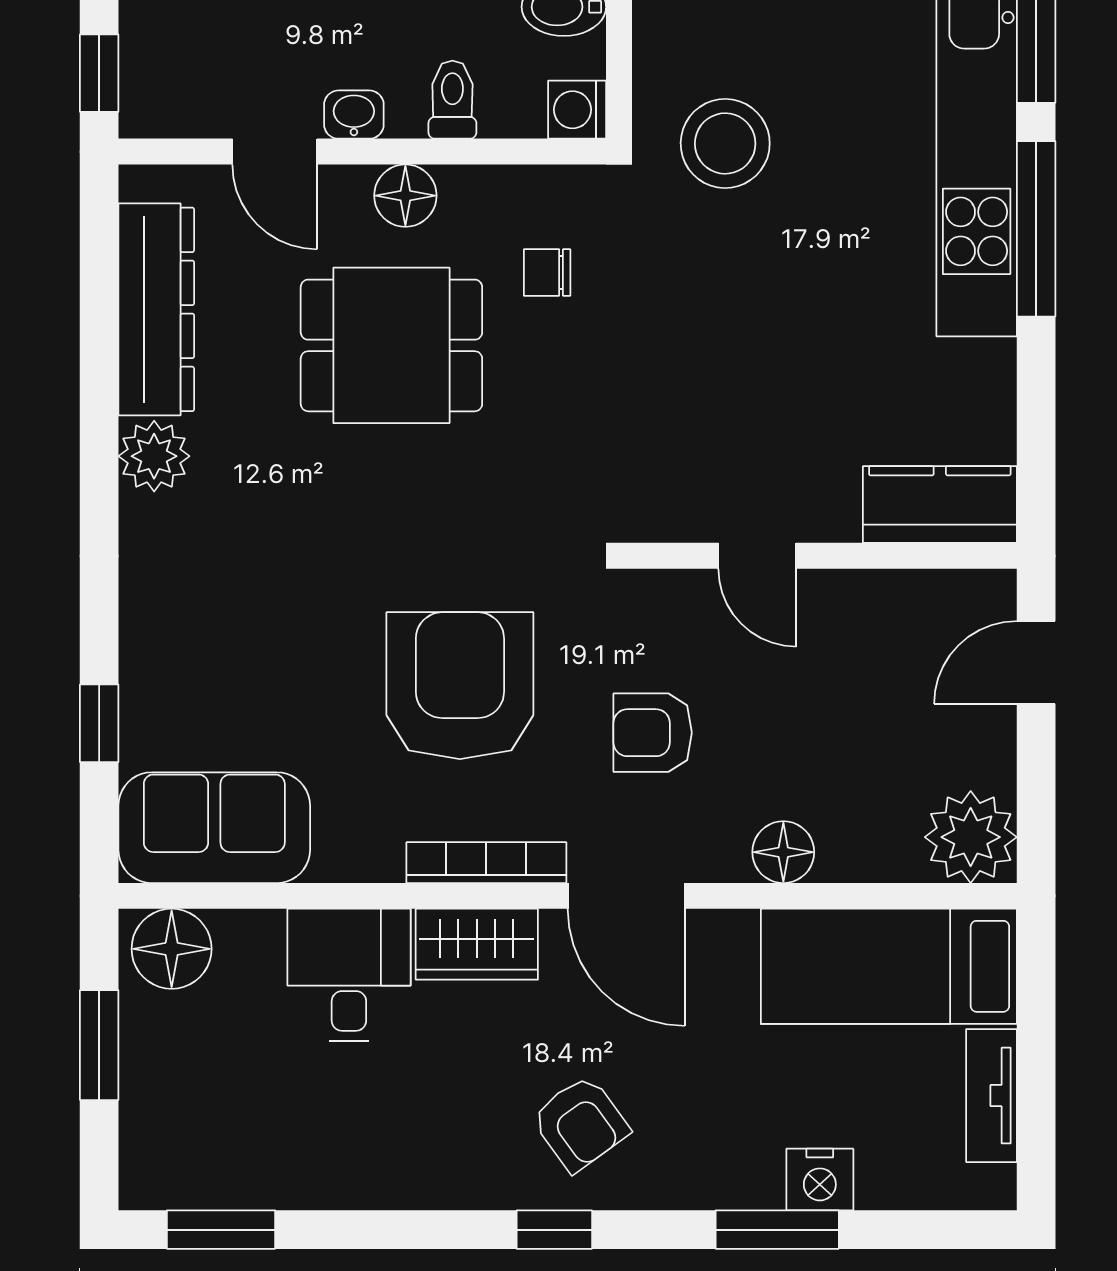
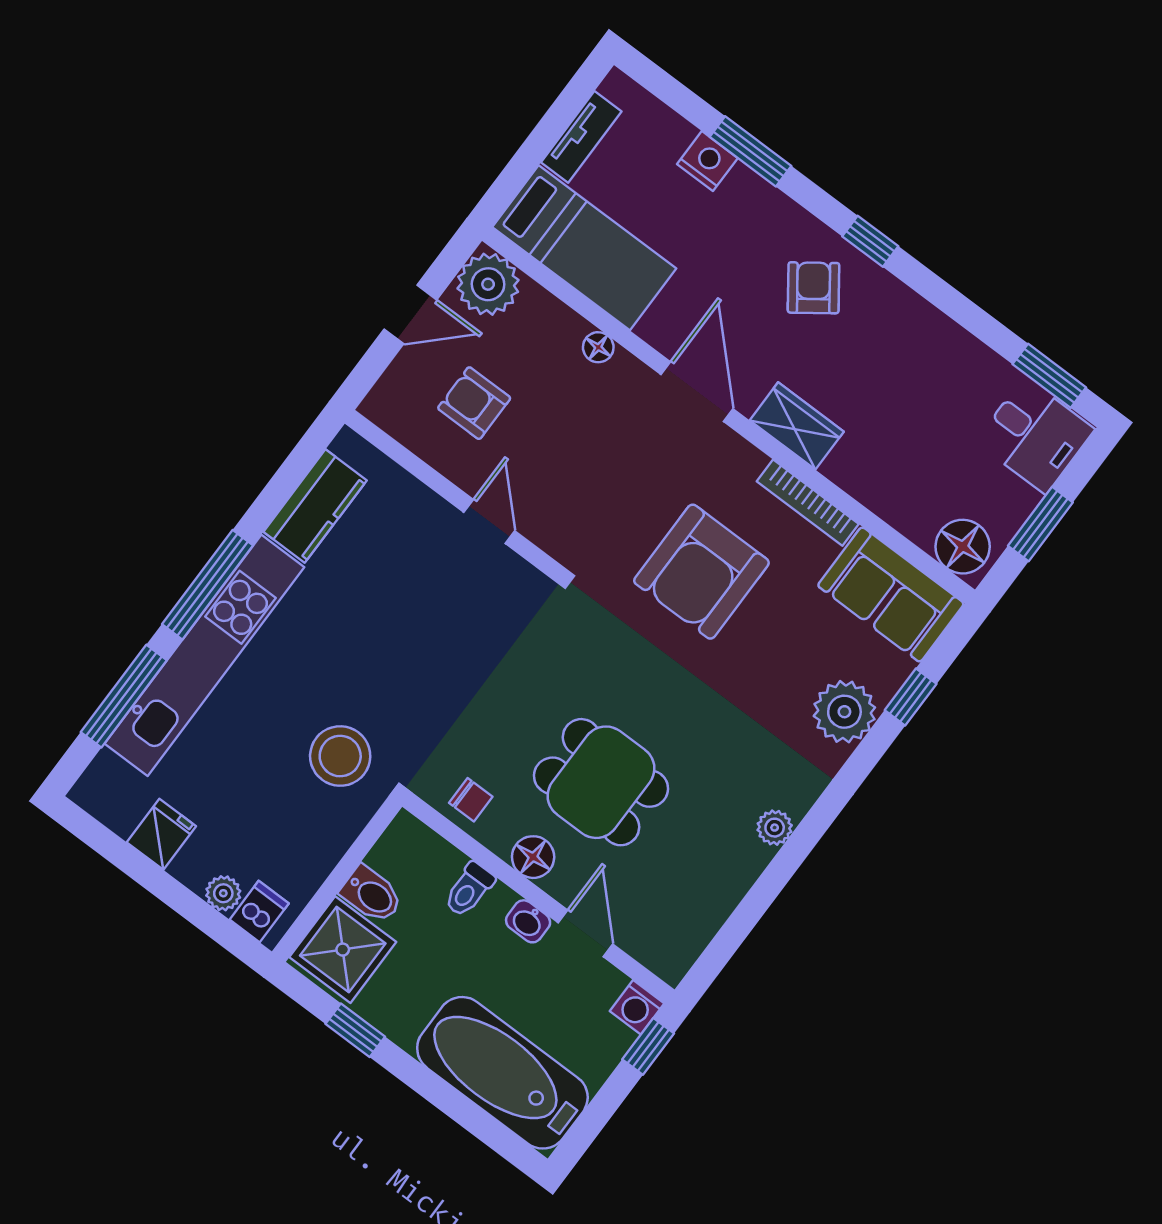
washing machine: (577, 110) -> (637, 1007), moved, turned 90
chair: (547, 273) -> (471, 800), moved
dresser: (156, 309) -> (713, 896), removed
plant: (154, 456) -> (775, 828), width x0.73, depth x0.73
kitchen counter: (940, 505) -> (315, 506), moved, turned -90
plant: (165, 647) -> (844, 712), added
door: (1036, 662) -> (410, 314), moved
armchair: (653, 733) -> (474, 403), moved, turned 180
floor lamp: (783, 852) -> (598, 347), width x0.73, depth x0.73
bookcase: (486, 863) -> (808, 503), moved
desk: (349, 975) -> (1035, 435), moved, turned -90

